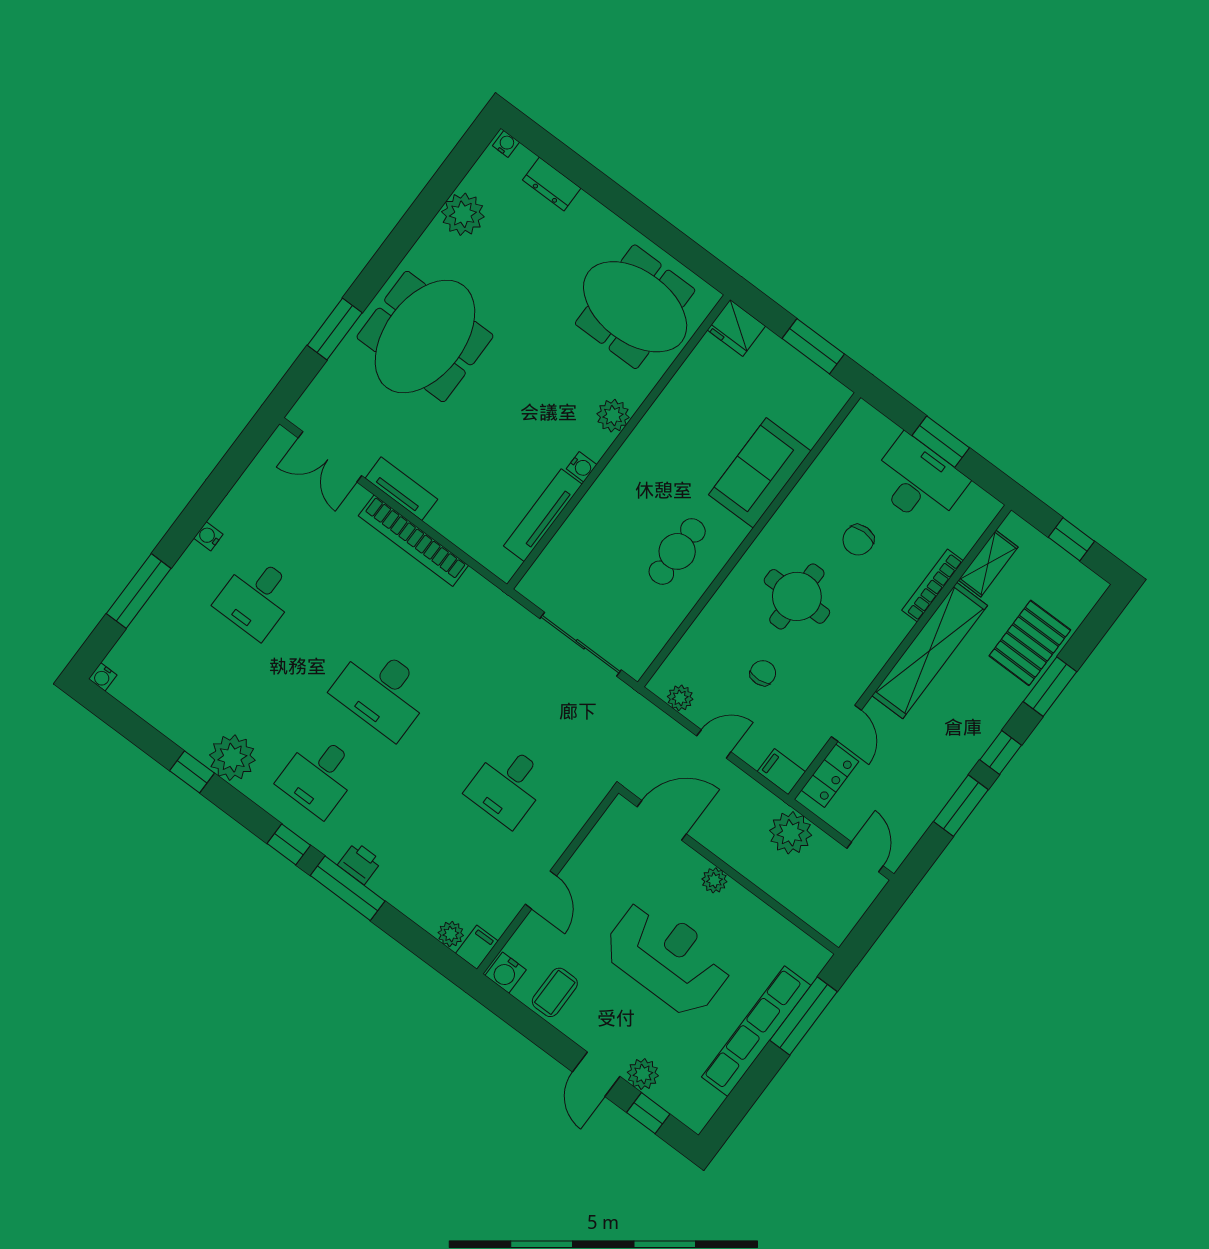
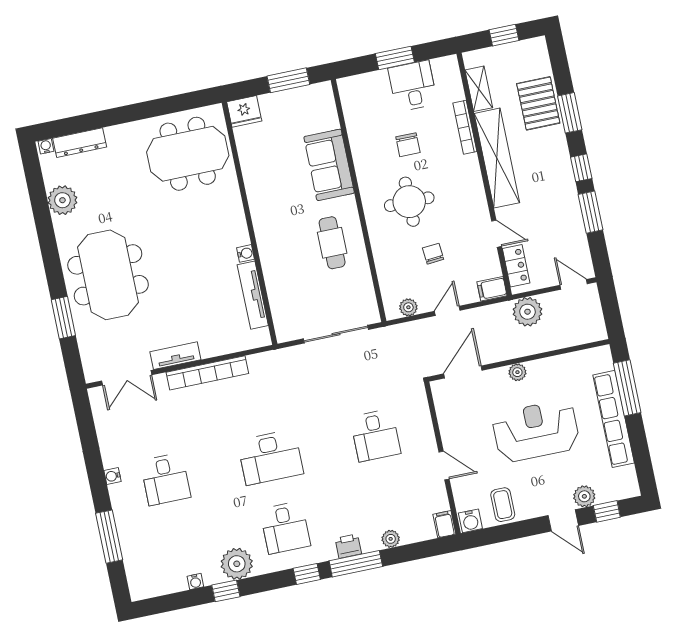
dresser: (552, 184) -> (80, 143), width x1.44
plant: (613, 416) -> (233, 214), removed
desk: (918, 481) -> (413, 86), width x0.73
water cooler: (103, 677) -> (195, 581), moved
plant: (451, 934) -> (391, 539), moved

